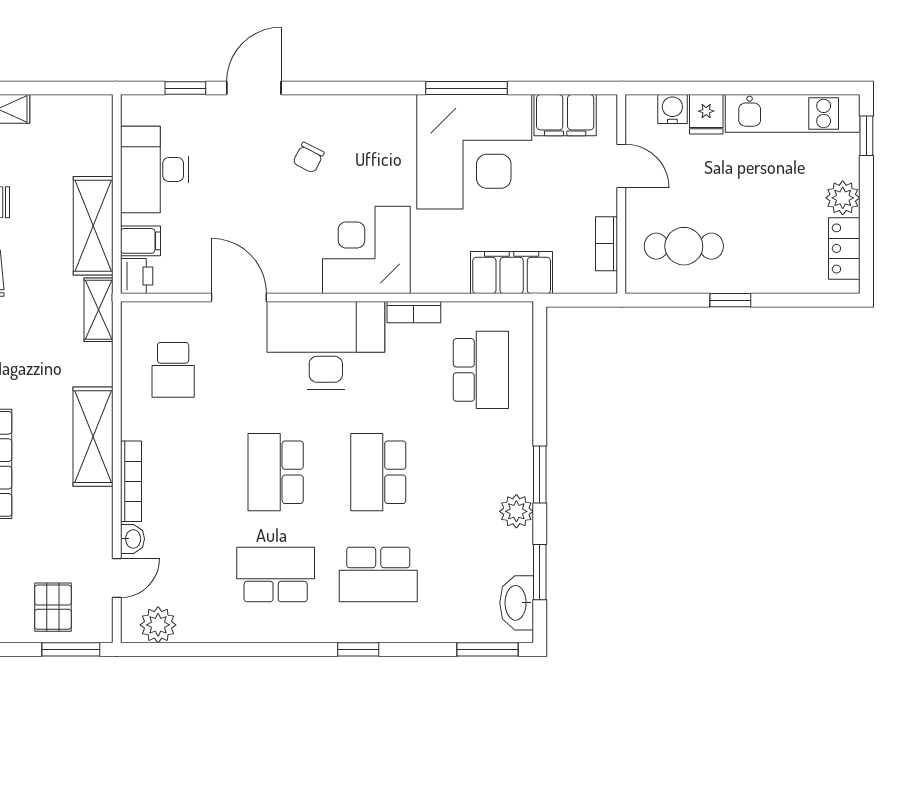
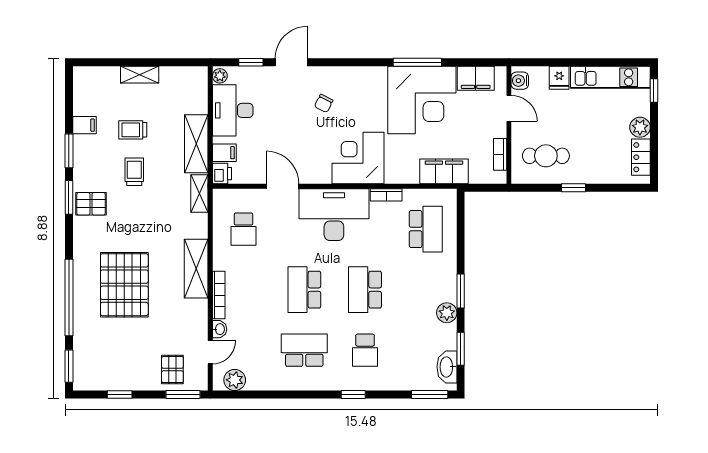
water cooler: (672, 109) -> (520, 81), moved, turned -90
plant: (133, 111) -> (220, 76), added
school desk: (378, 575) -> (365, 350), width x0.54

